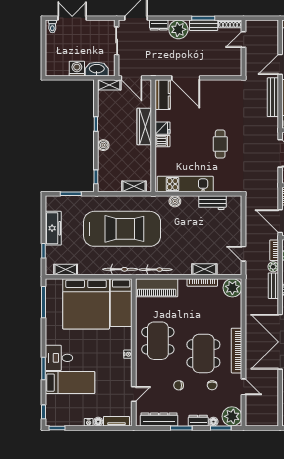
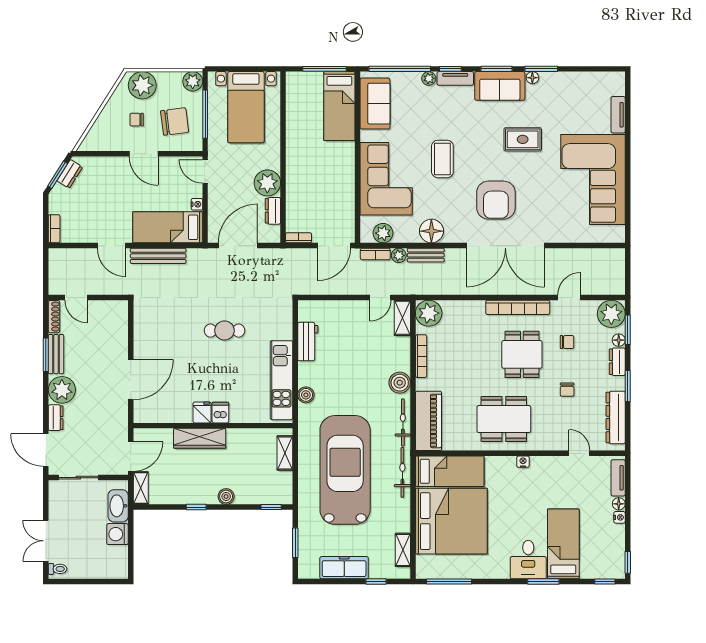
kitchen counter: (163, 95) -> (155, 412), removed
boiler: (184, 267) -> (400, 383), added
shelving: (204, 269) -> (402, 318), moved
dining table: (203, 353) -> (522, 354), width x0.73

